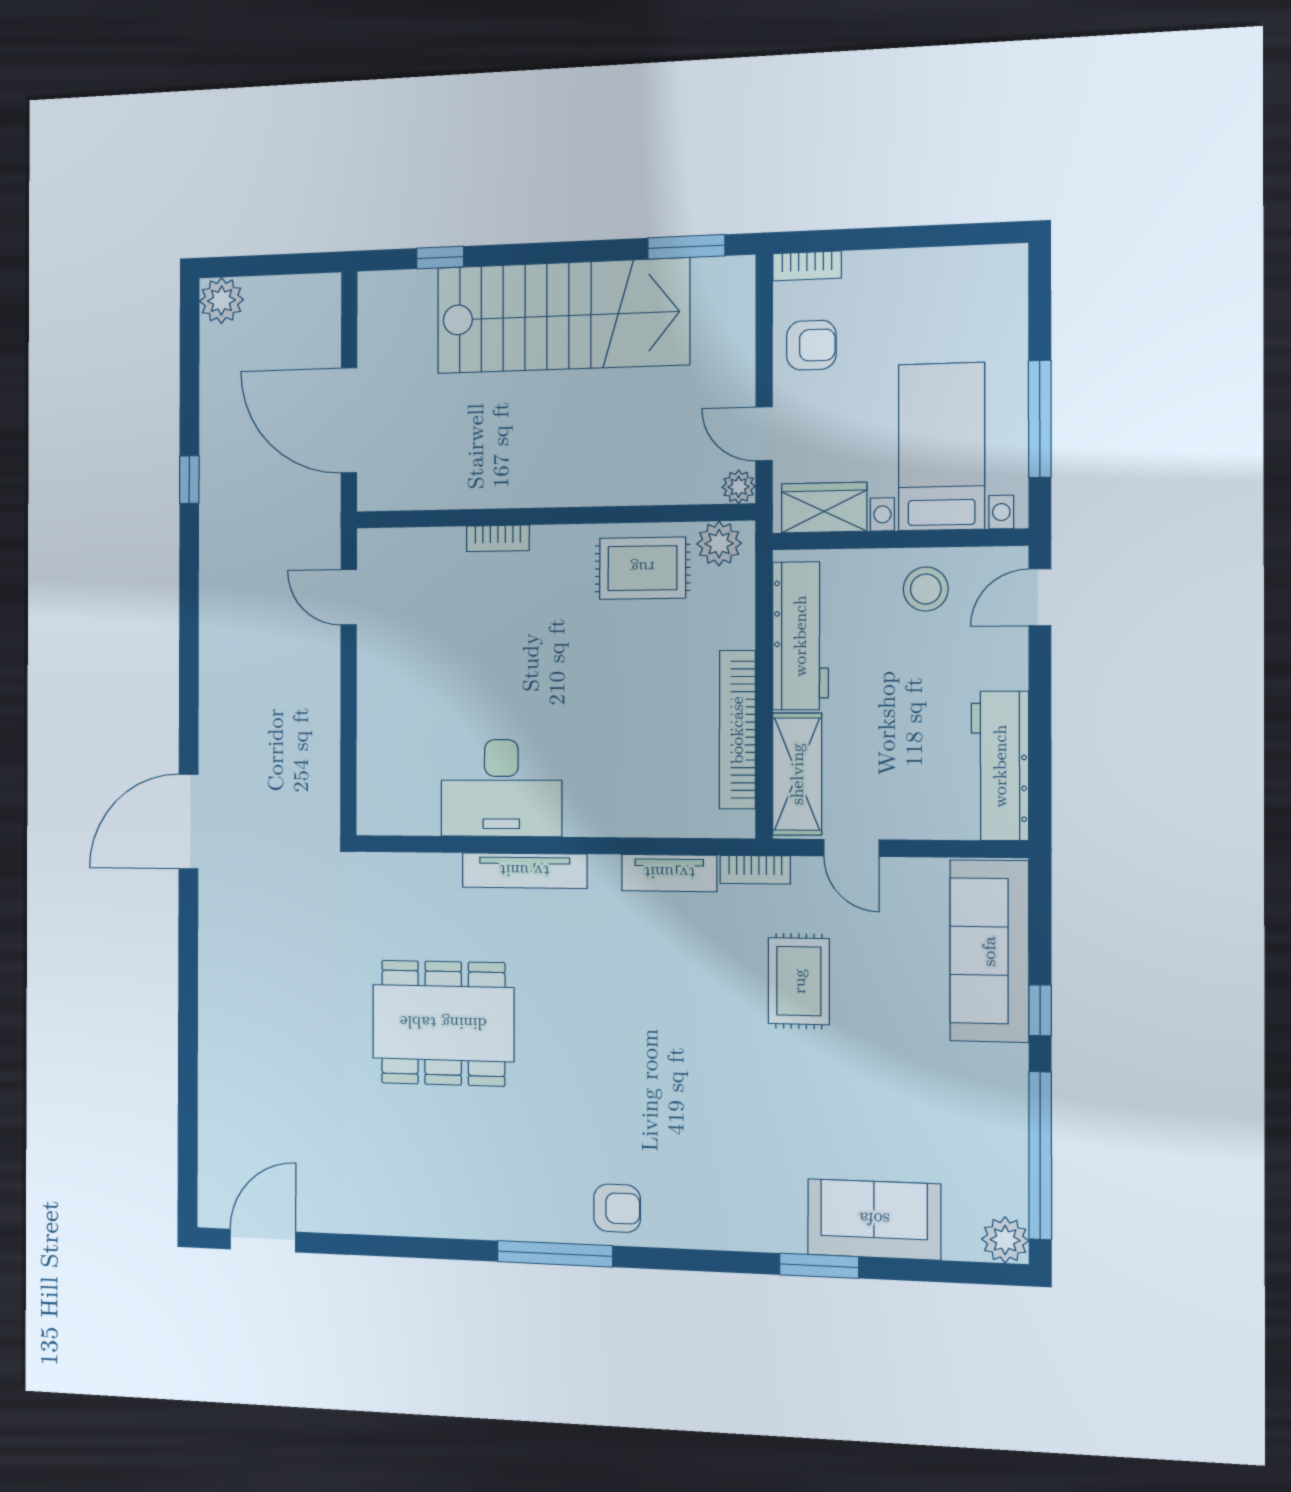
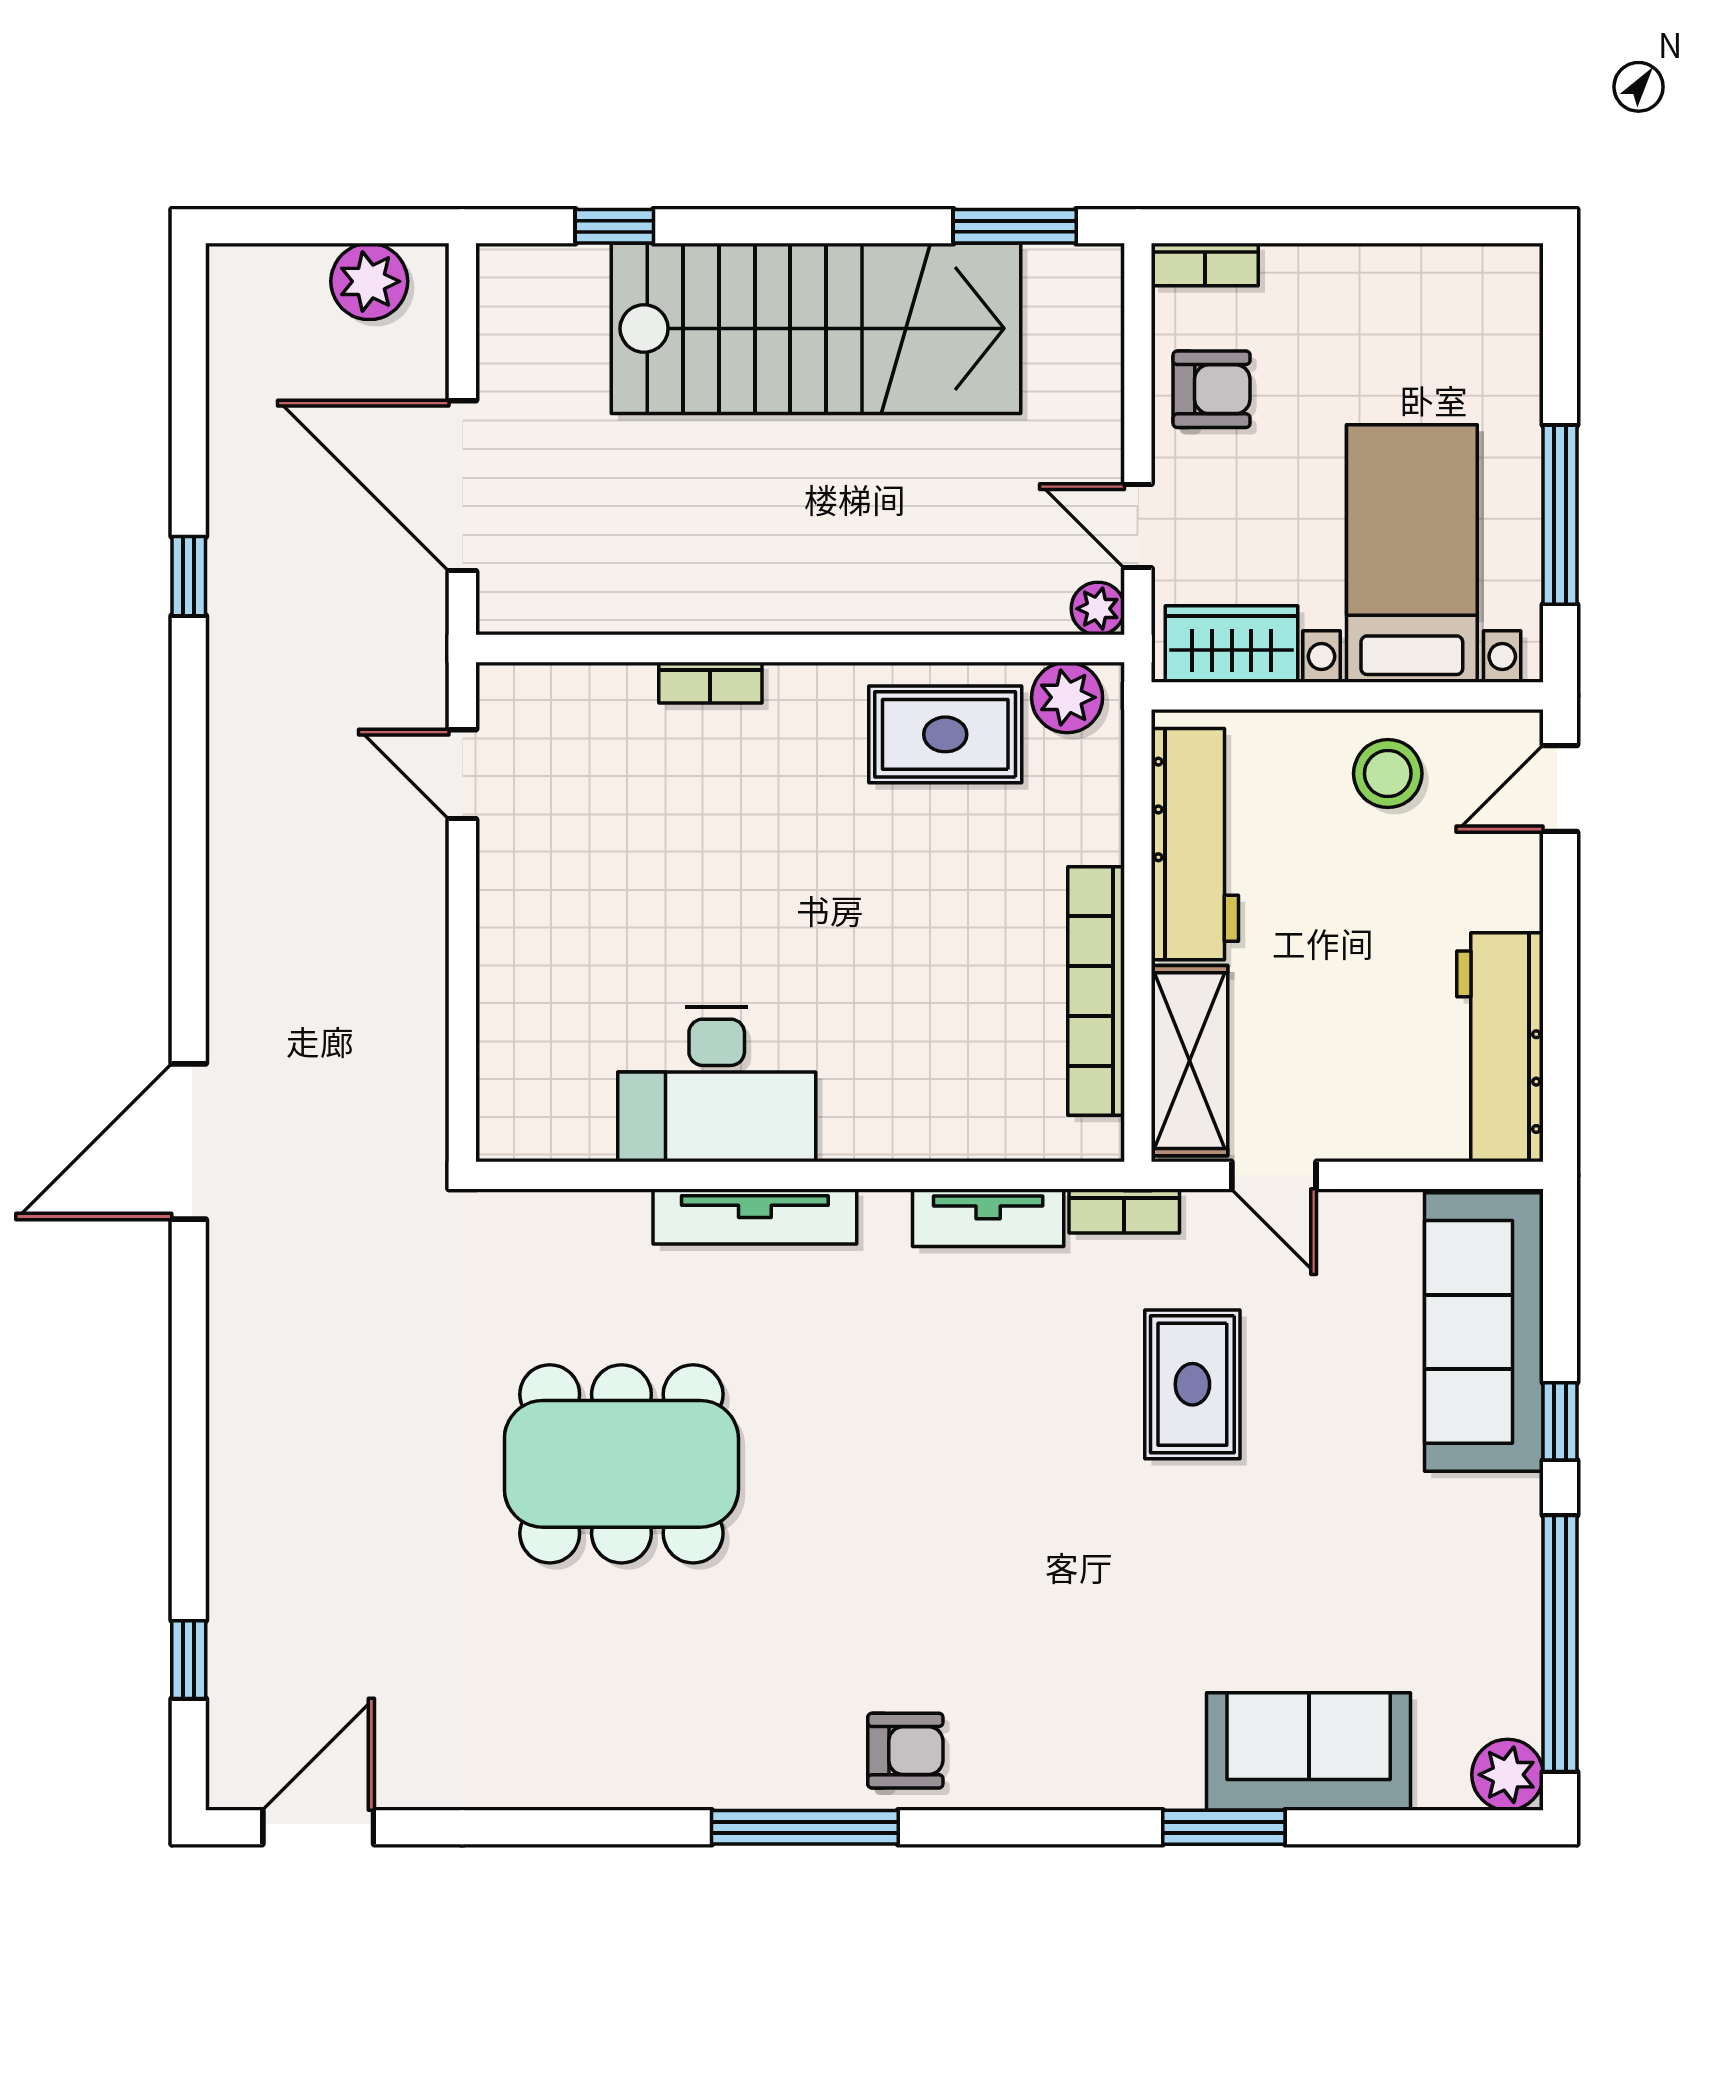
plant: (221, 300) -> (369, 281), moved
window: (188, 1135) -> (189, 1660), added

